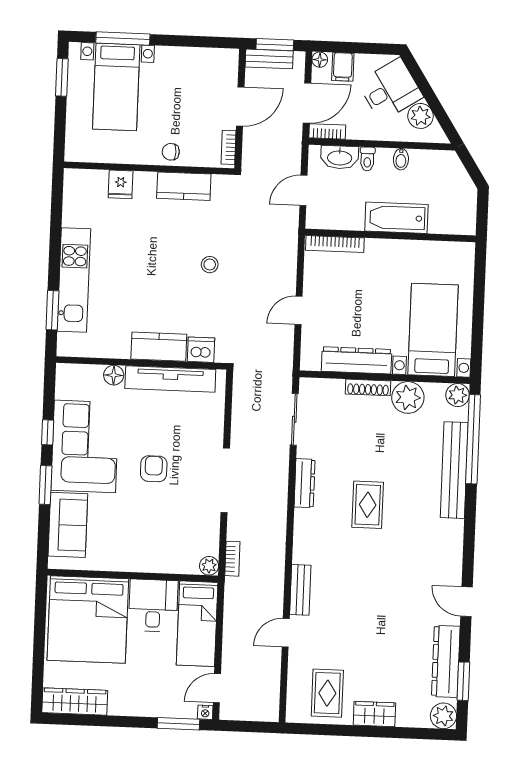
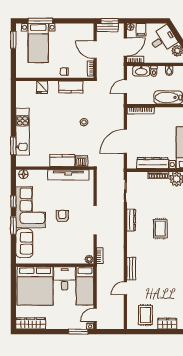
door: (240, 106) -> (95, 50), swing flipped
door: (299, 310) -> (125, 141), width x1.88
floor lamp: (114, 375) -> (23, 174), moved

